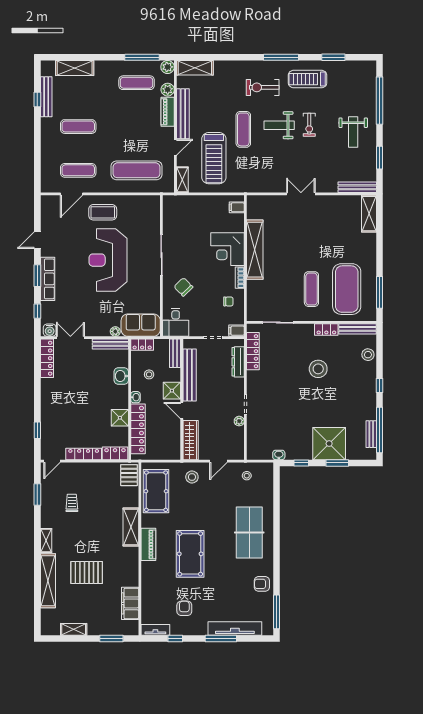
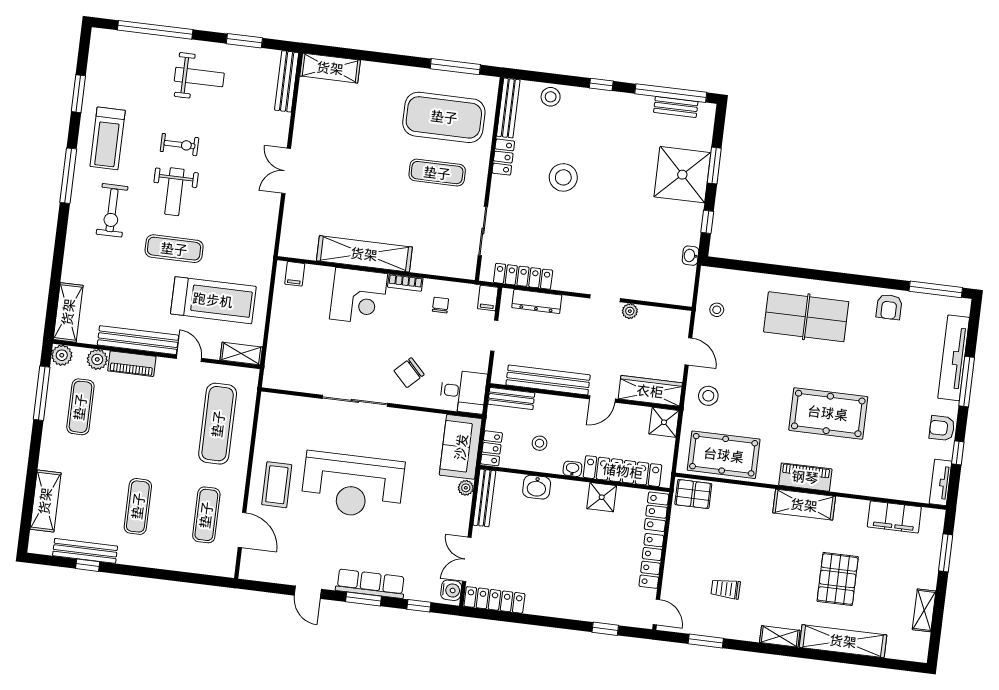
shower: (172, 391) -> (664, 422), moved
shelving: (131, 527) -> (804, 505), moved
armchair: (184, 608) -> (942, 428), moved

